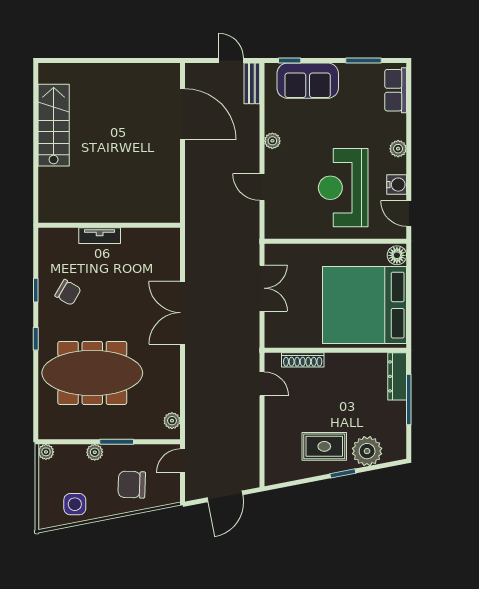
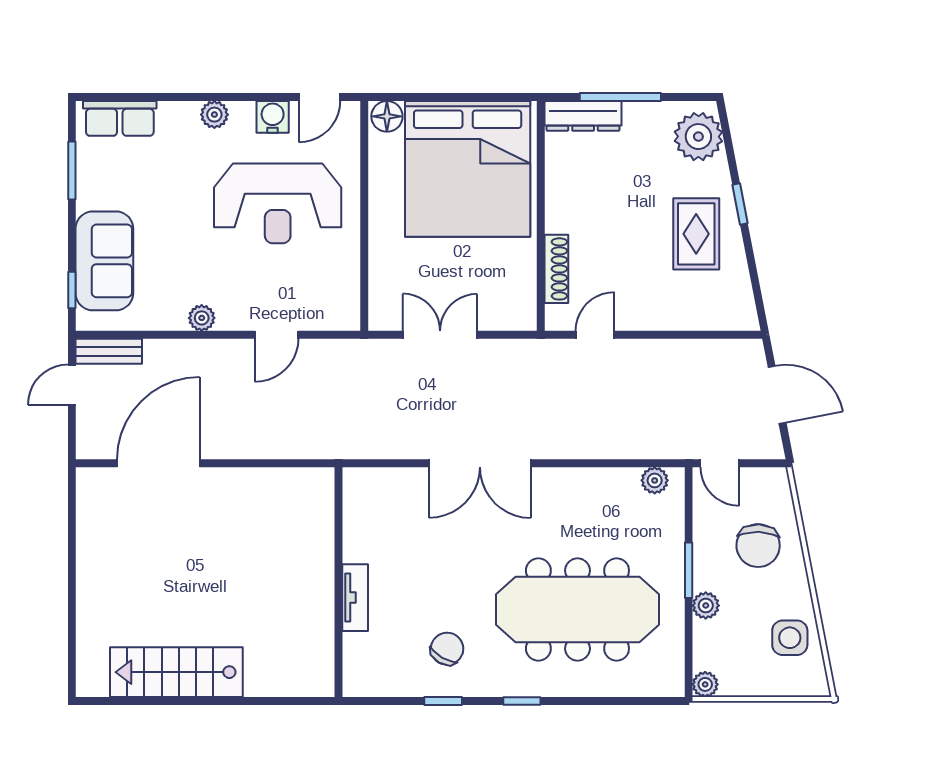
meeting table: (92, 373) -> (577, 609), turned 90
plant: (367, 451) -> (698, 137), moved

